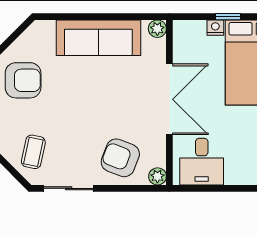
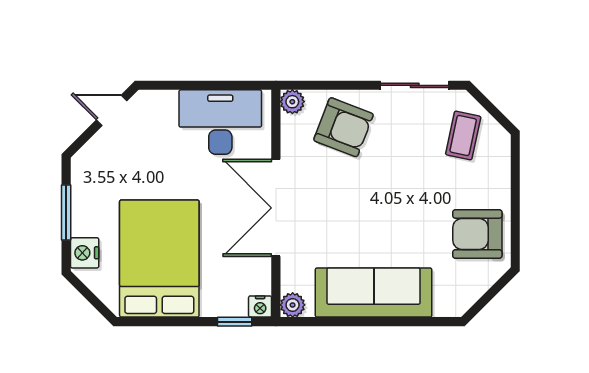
window: (228, 17) -> (235, 322), moved
nightstand: (215, 28) -> (260, 307), moved
desk: (202, 162) -> (220, 122), width x1.37

